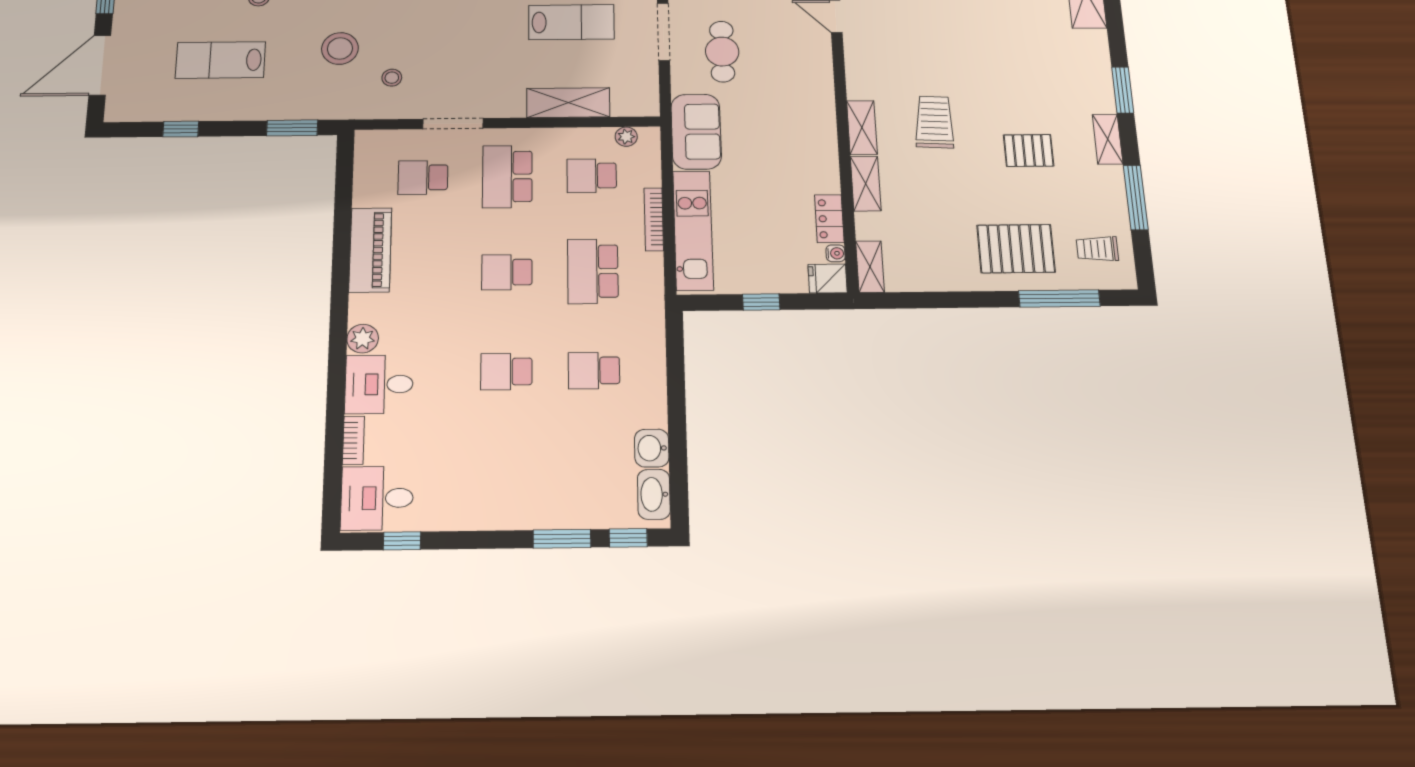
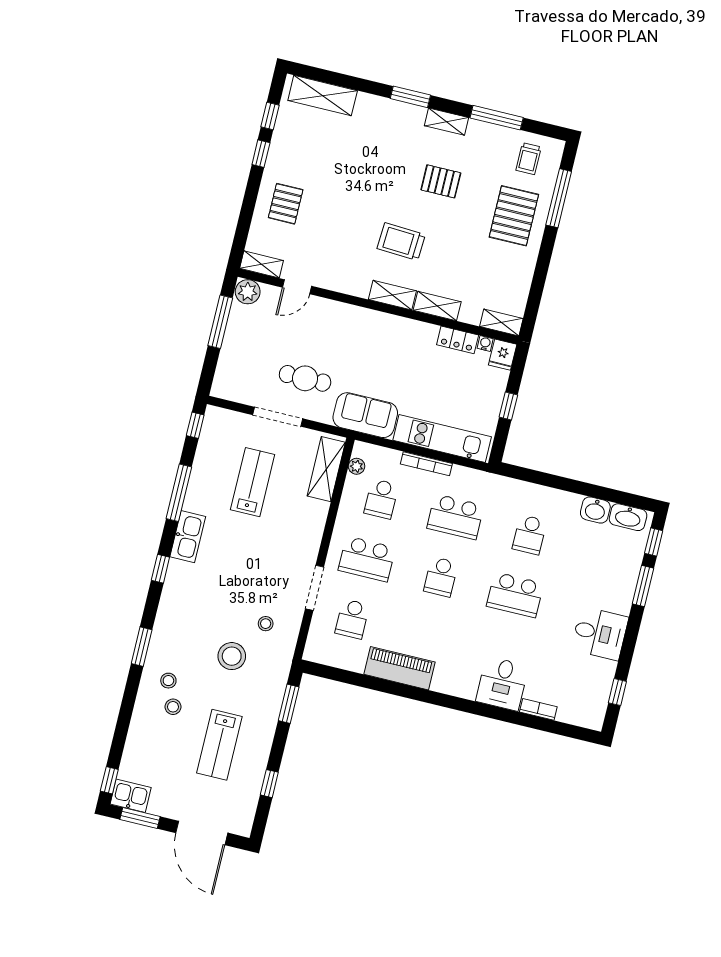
shelving: (568, 103) -> (326, 469), moved
pallet: (1029, 150) -> (441, 181), turned 90
plant: (363, 339) -> (465, 688), removed
school desk: (506, 372) -> (515, 595), width x1.85
desk: (377, 498) -> (600, 633), moved, turned -90

